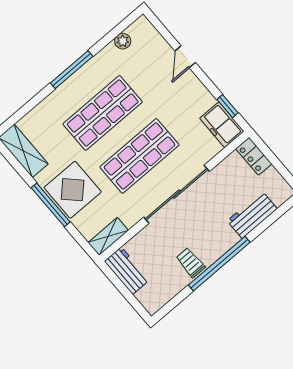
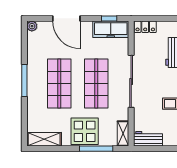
plant: (123, 41) -> (32, 26), moved
door: (185, 57) -> (66, 18), width x1.88
freezer: (222, 125) -> (111, 29), width x1.40
window: (51, 205) -> (96, 149), moved

